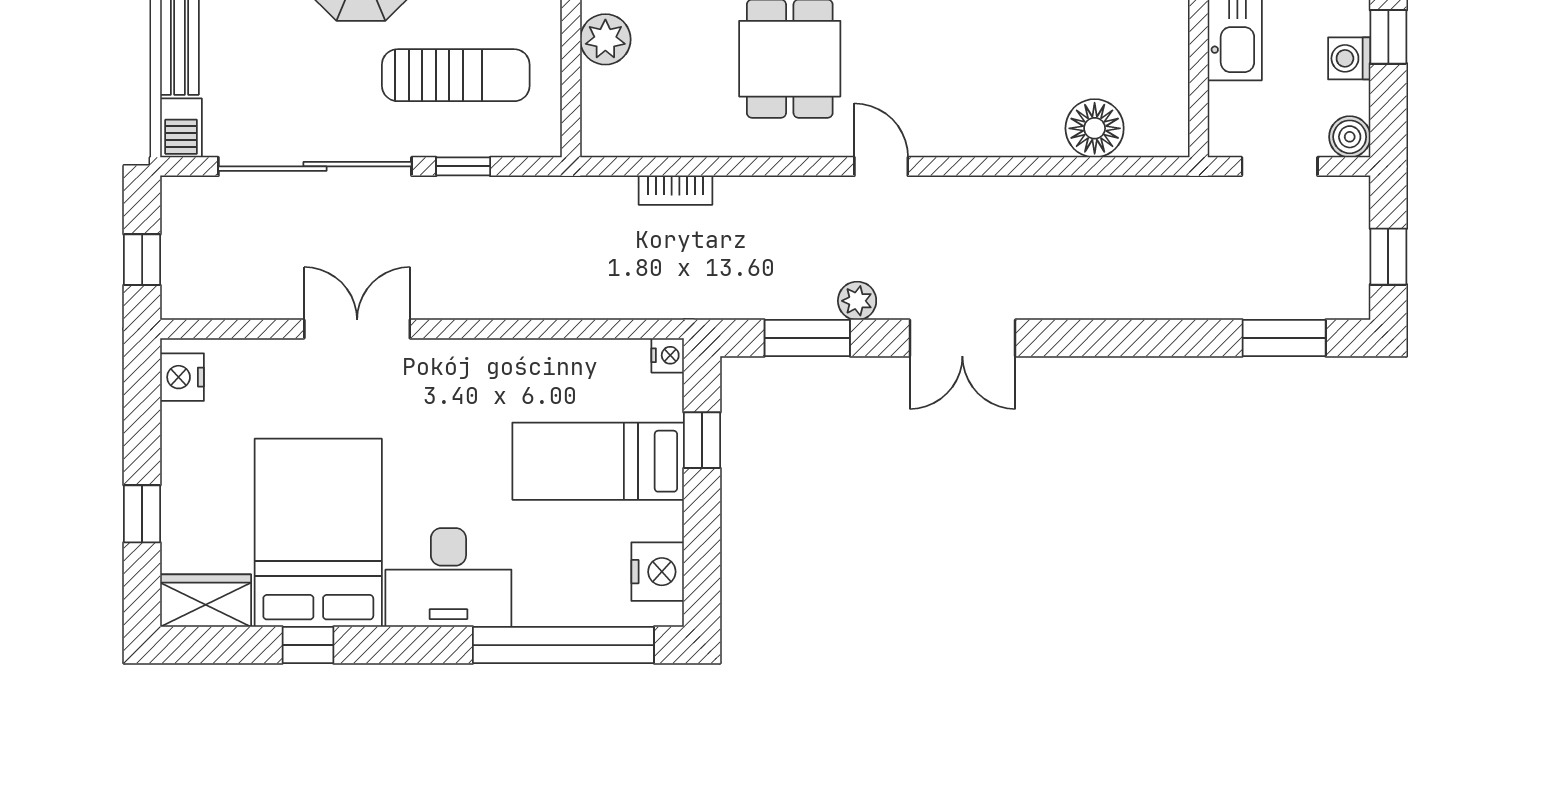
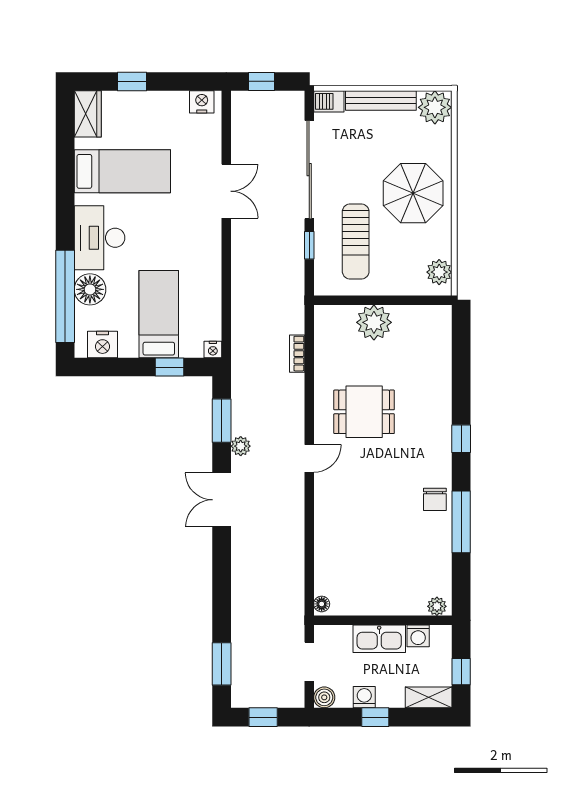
plant: (605, 39) -> (374, 322), width x1.36, depth x1.36
floor lamp: (1095, 128) -> (322, 604), moved, width x0.53, depth x0.53
bed: (318, 533) -> (122, 171), width x0.67
floor lamp: (550, 596) -> (90, 289), added
window: (308, 645) -> (65, 166), removed

